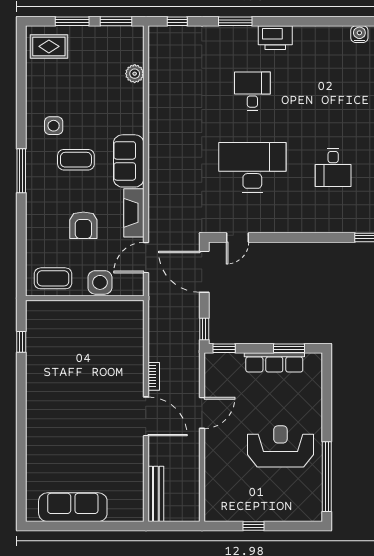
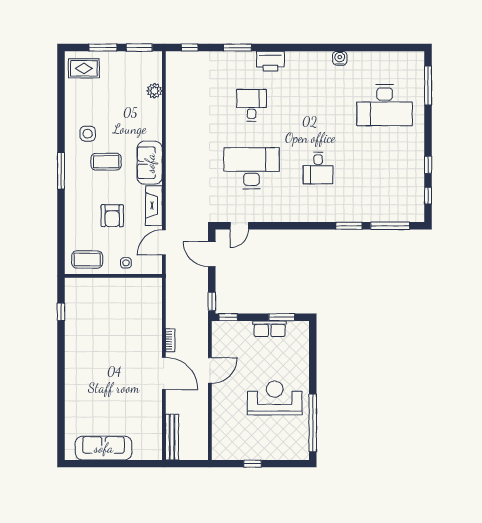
door: (204, 272) -> (212, 254), width x0.73
side table: (100, 282) -> (126, 263), width x0.54, depth x0.54
row of seats: (274, 362) -> (270, 329), width x0.68

